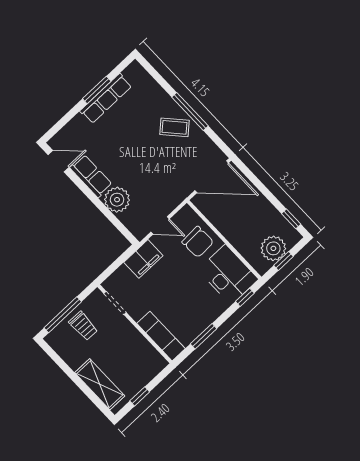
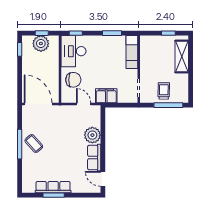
chair: (198, 242) -> (73, 80), turned 92

